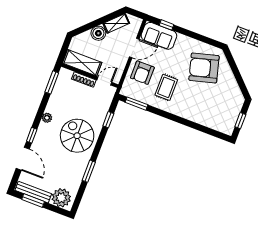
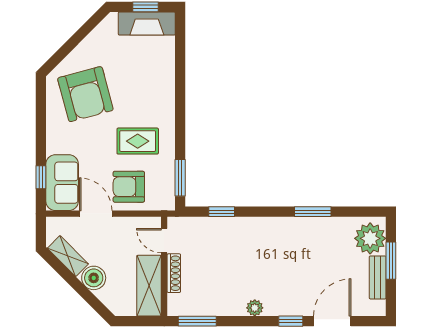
armchair: (142, 73) -> (129, 187), turned 180
fireplace: (231, 118) -> (147, 24), added
spiral stairs: (77, 136) -> (265, 251), removed
bench: (33, 192) -> (378, 277), width x0.73
window: (33, 201) -> (391, 261), moved

